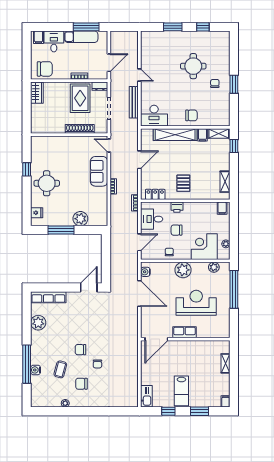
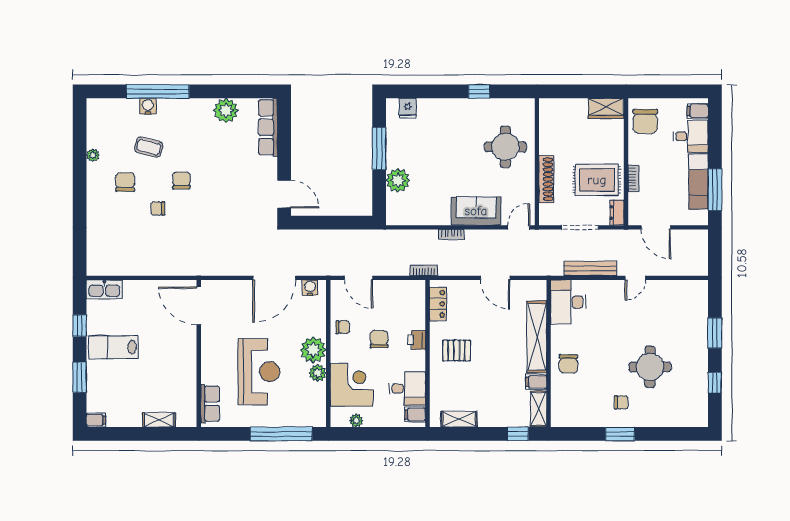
round table: (47, 183) -> (505, 147), moved
desk: (152, 219) -> (407, 388), moved, turned 90
plant: (214, 267) -> (318, 373), moved
row of seats: (184, 332) -> (210, 404), moved

